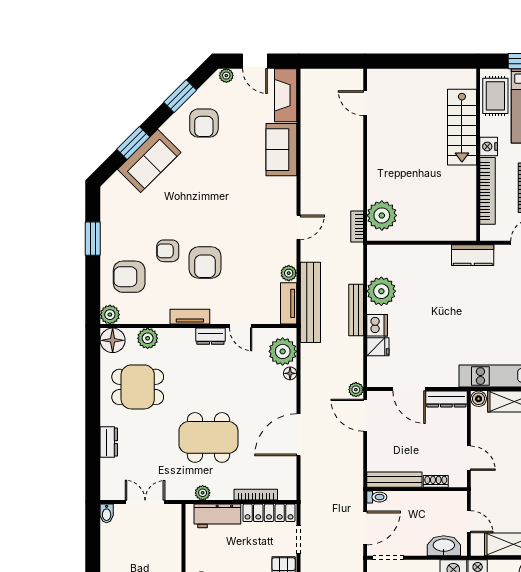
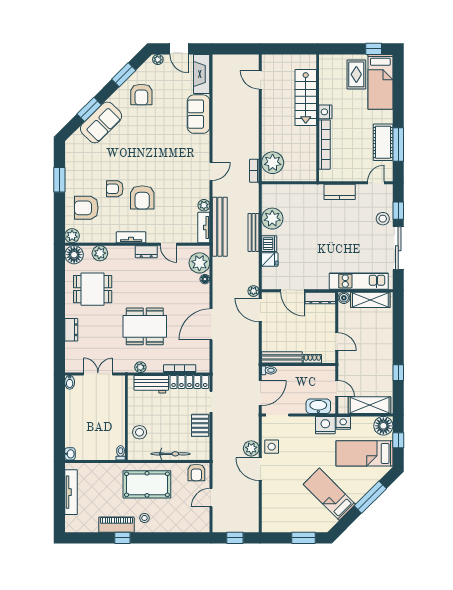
stairs: (462, 127) -> (306, 97), moved
nightstand: (489, 147) -> (325, 112), moved
wall: (478, 155) -> (318, 118), moved
bookcase: (488, 191) -> (325, 145), moved

